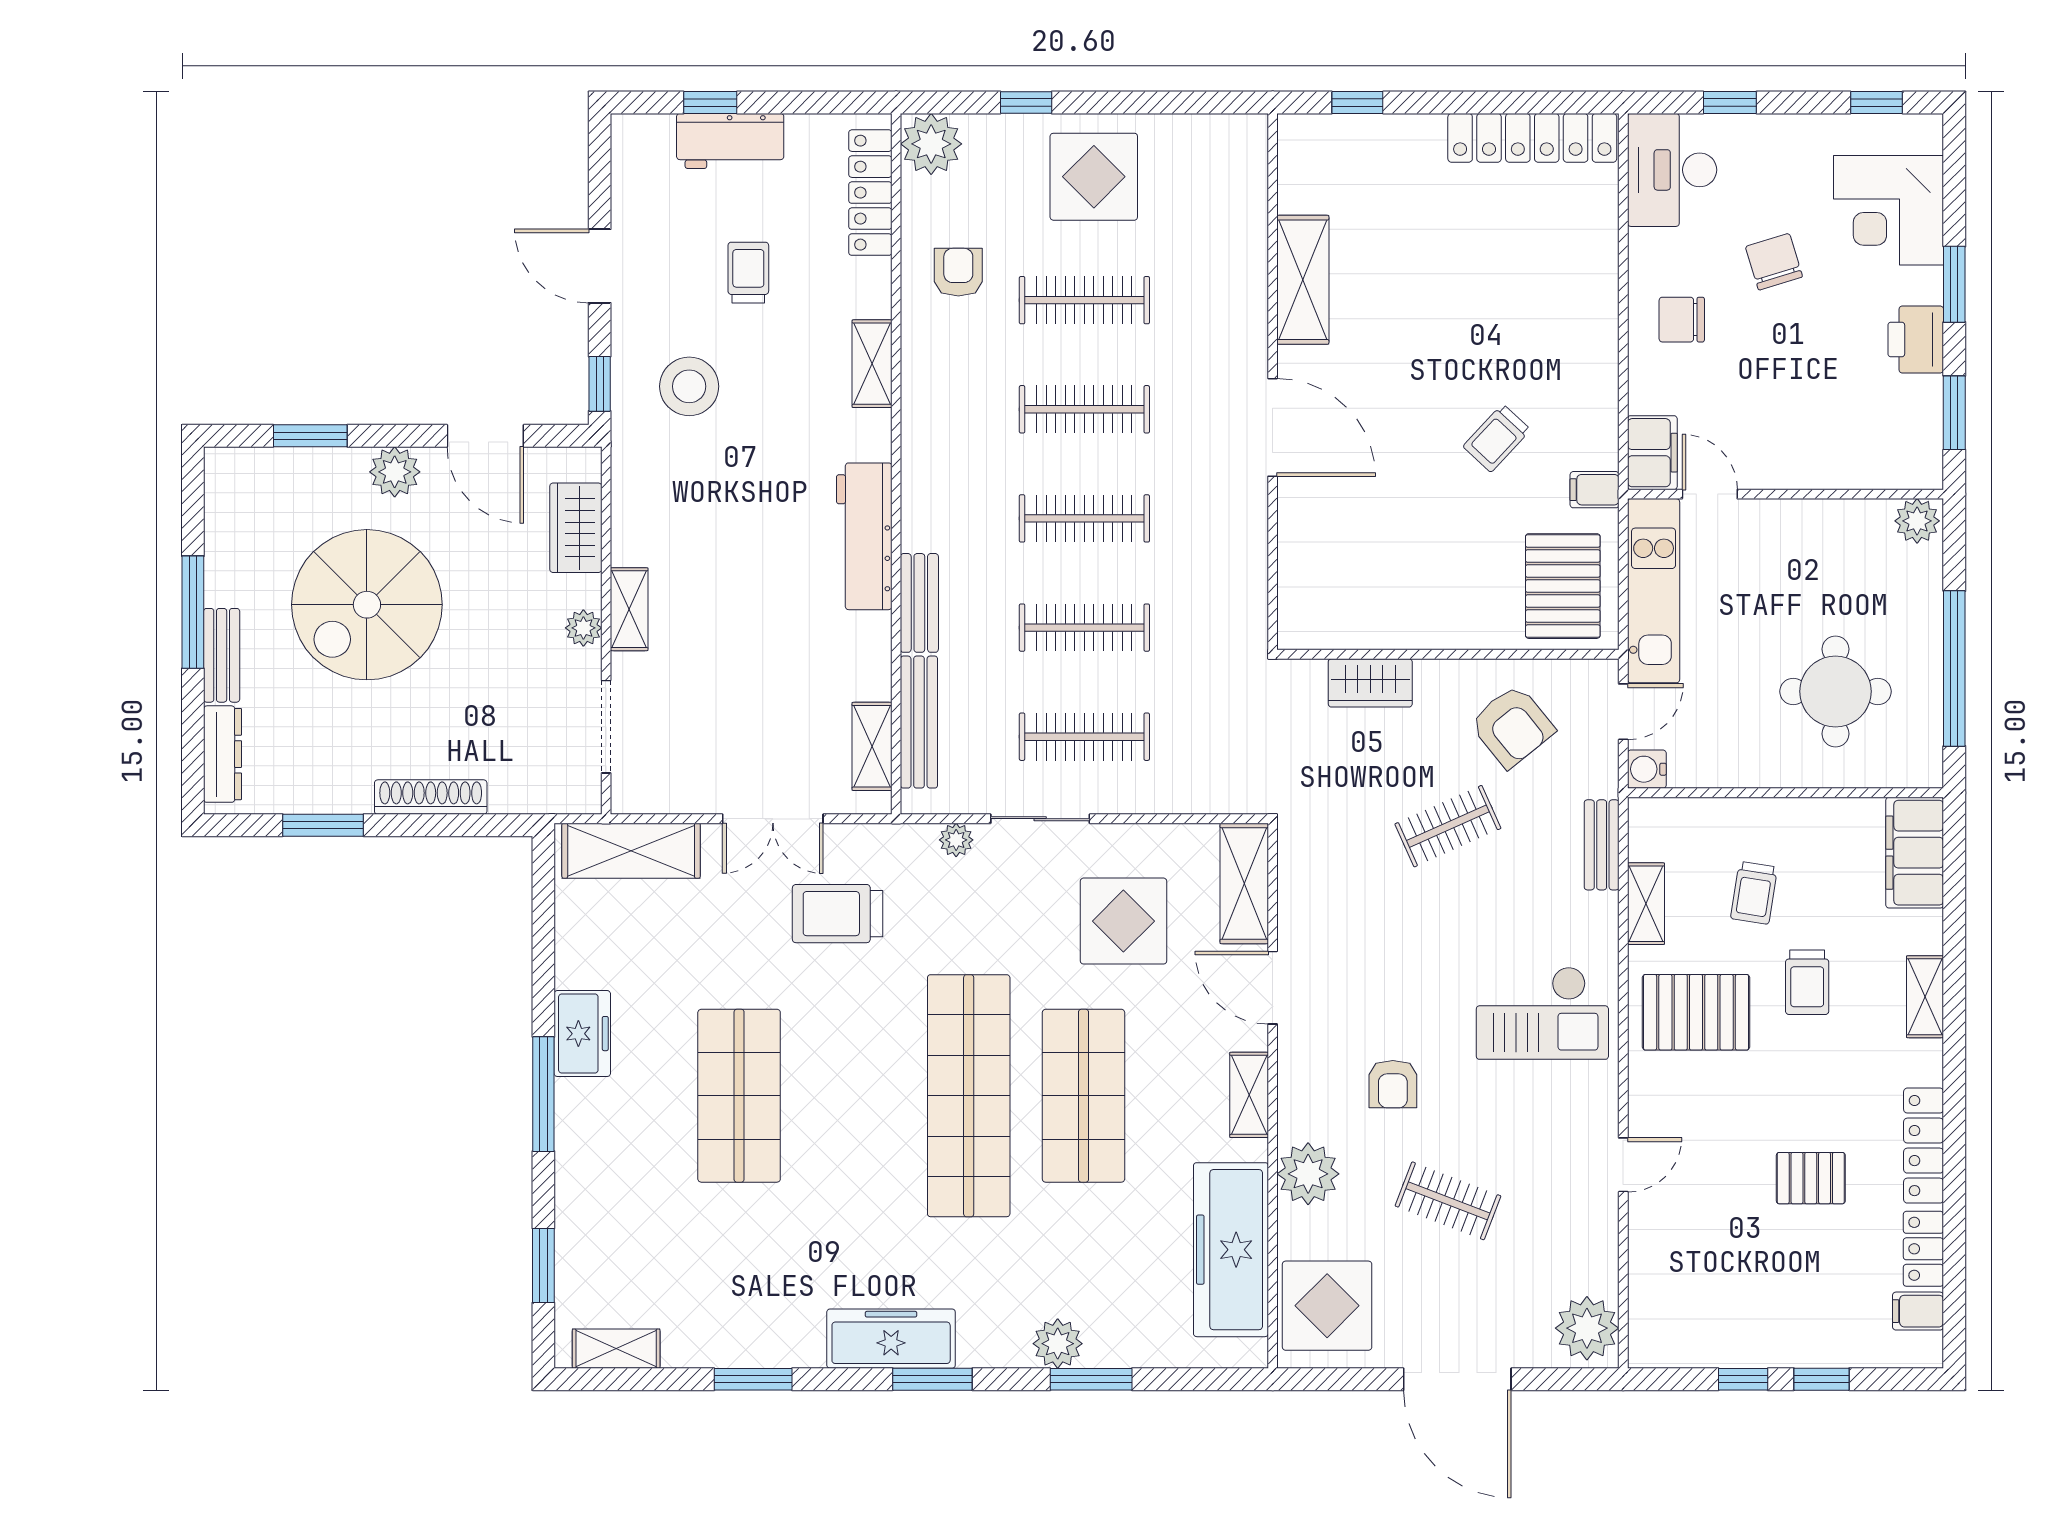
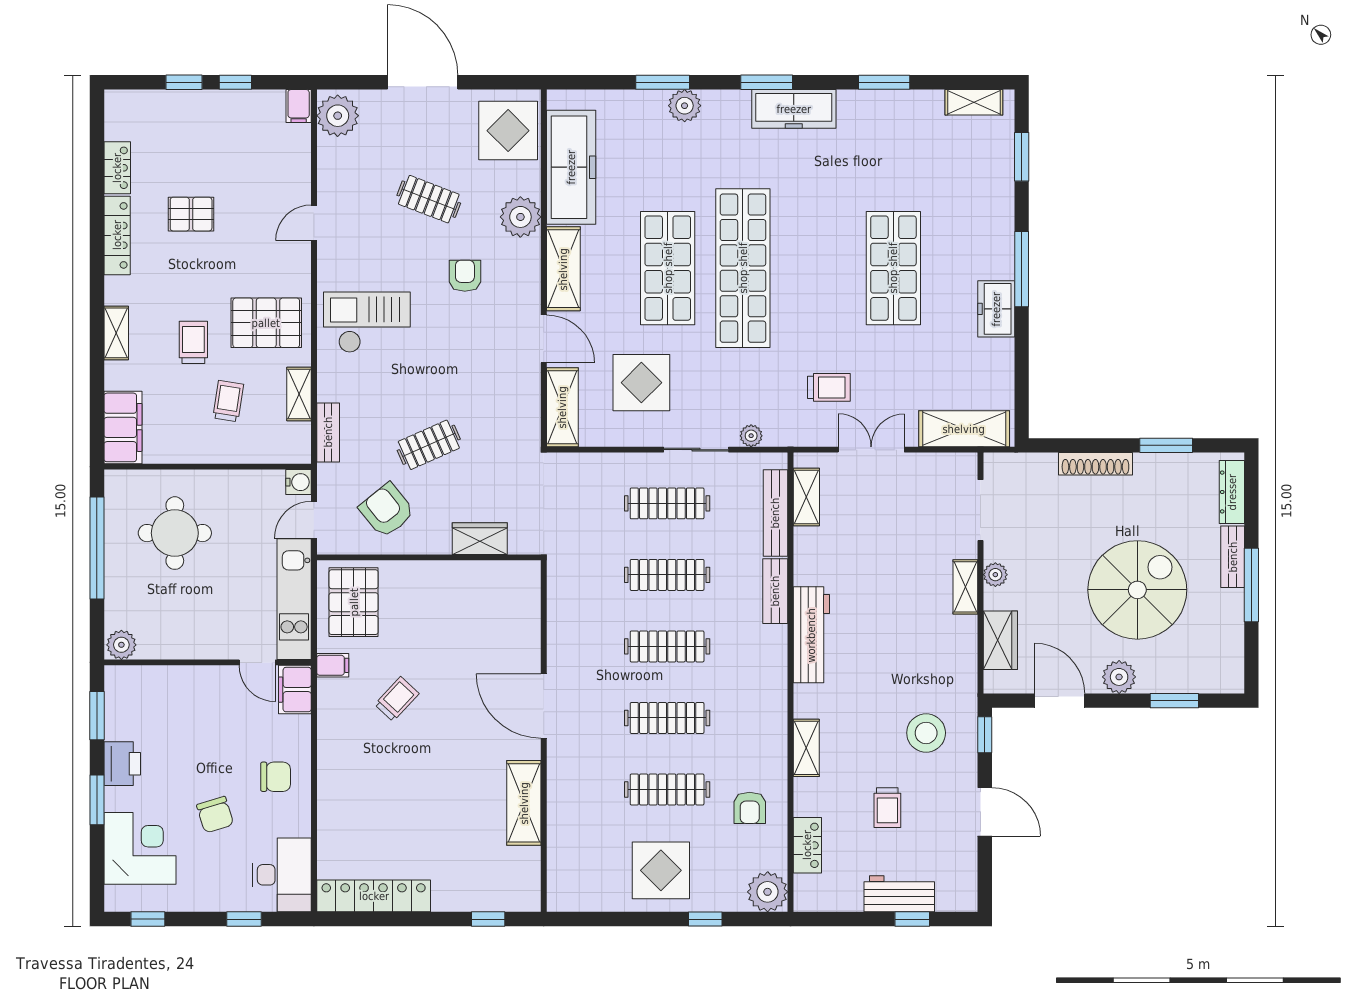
locker: (870, 193) -> (807, 845), width x0.66
trolley: (838, 914) -> (829, 387), width x0.73, depth x0.72
shelving: (1249, 1095) -> (563, 269), width x1.50, depth x1.33
filing cabinet: (1918, 1311) -> (299, 106), moved, turned 90

